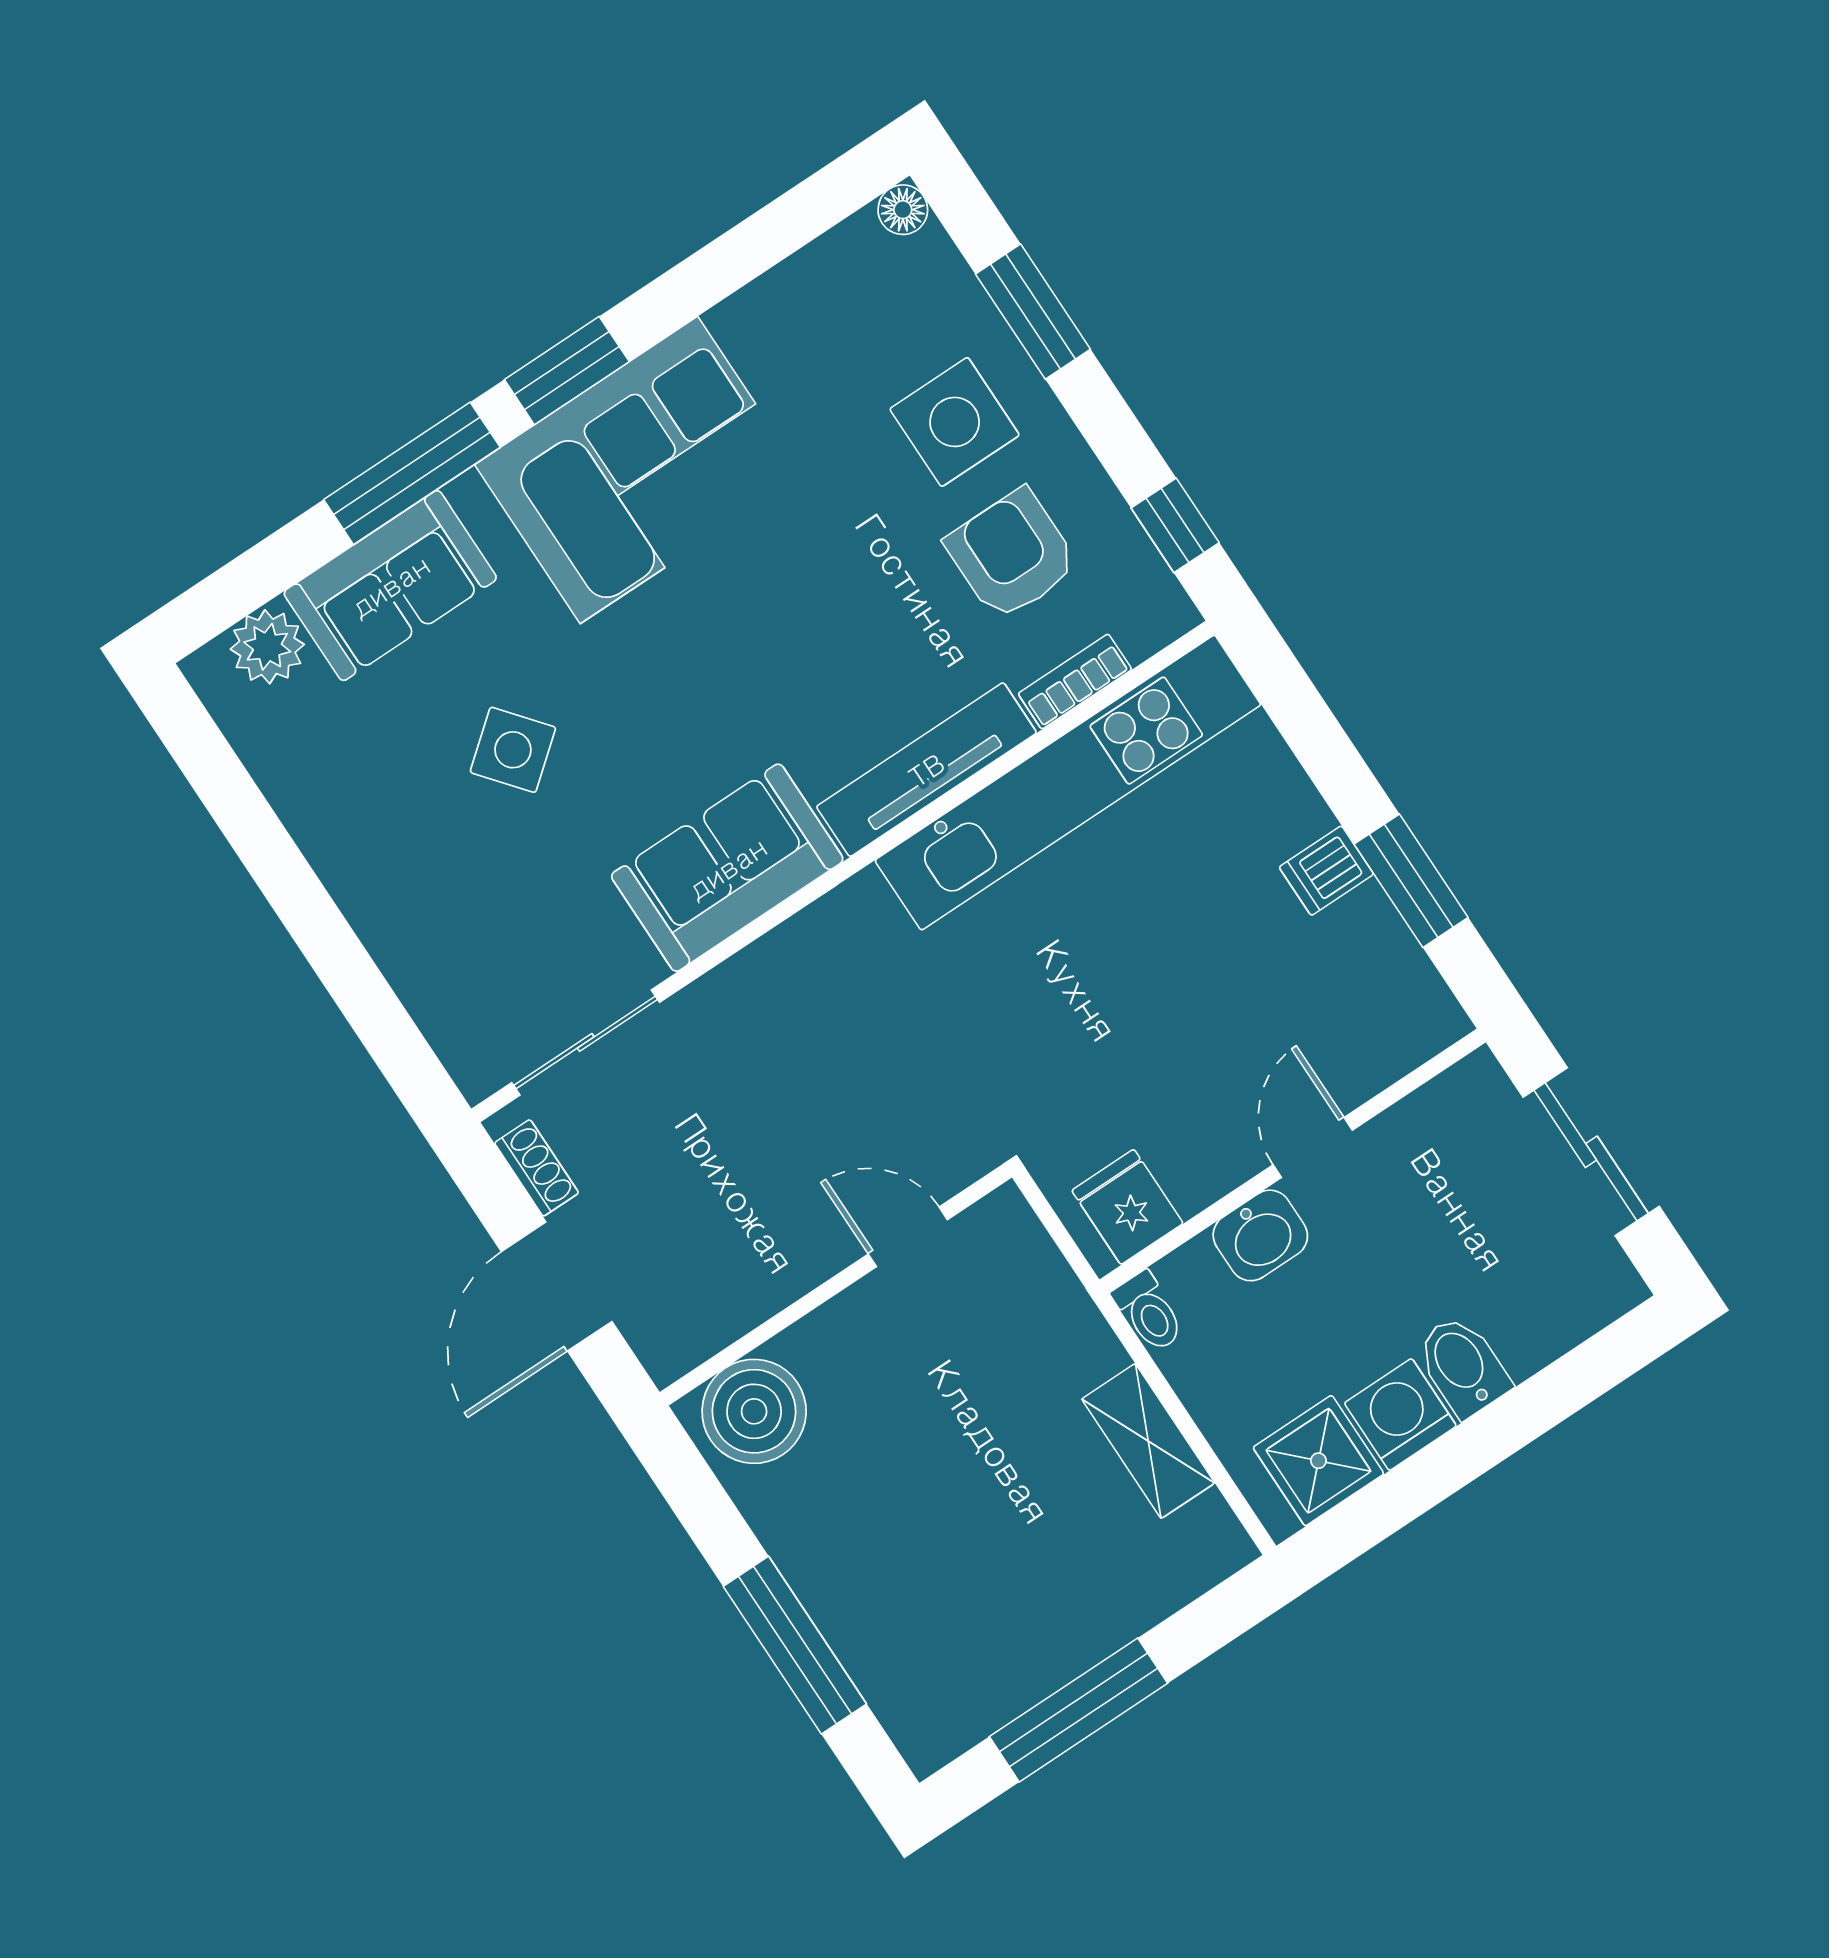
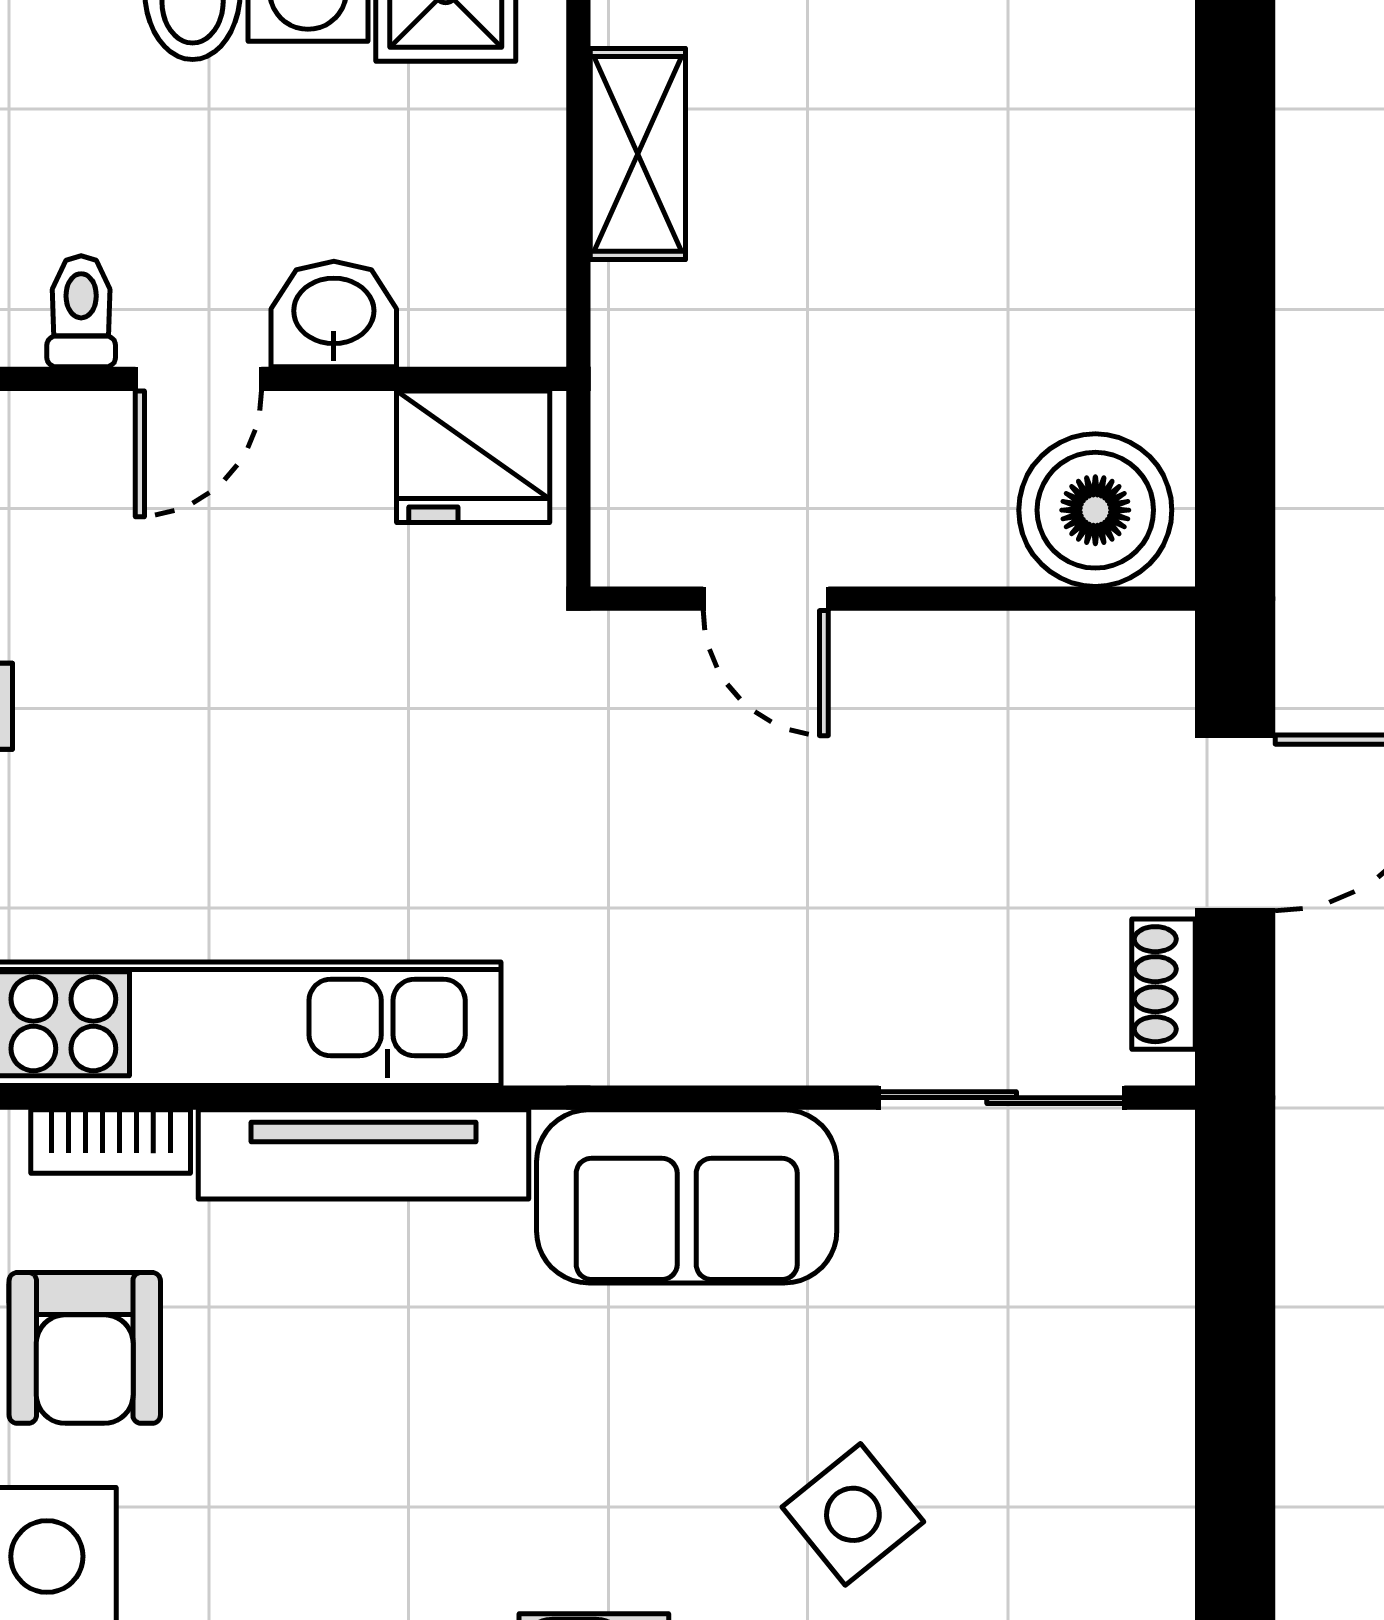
fridge: (1127, 1207) -> (473, 457), width x1.38
toilet: (1149, 1312) -> (81, 311), moved
window: (795, 1645) -> (1235, 191), removed

